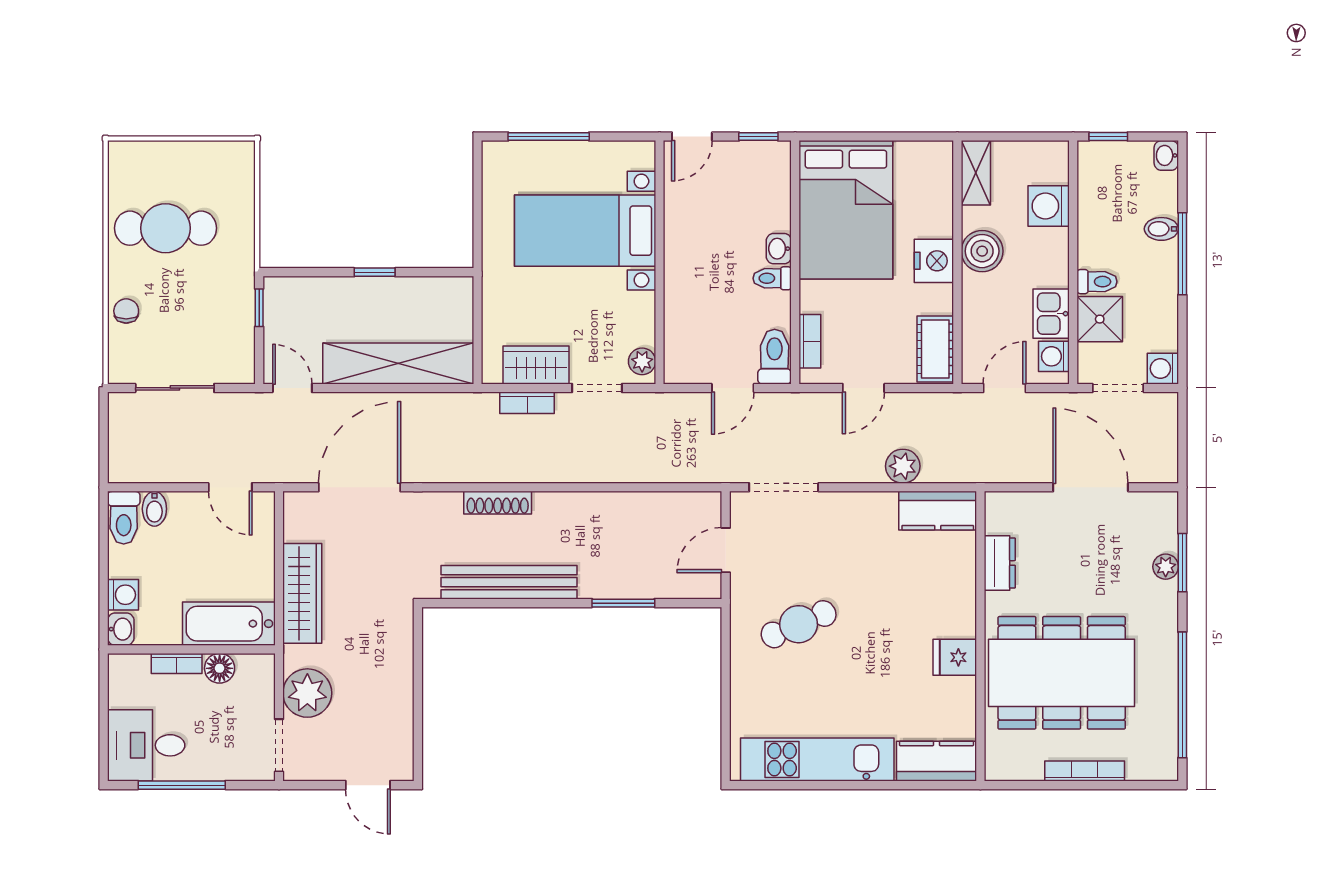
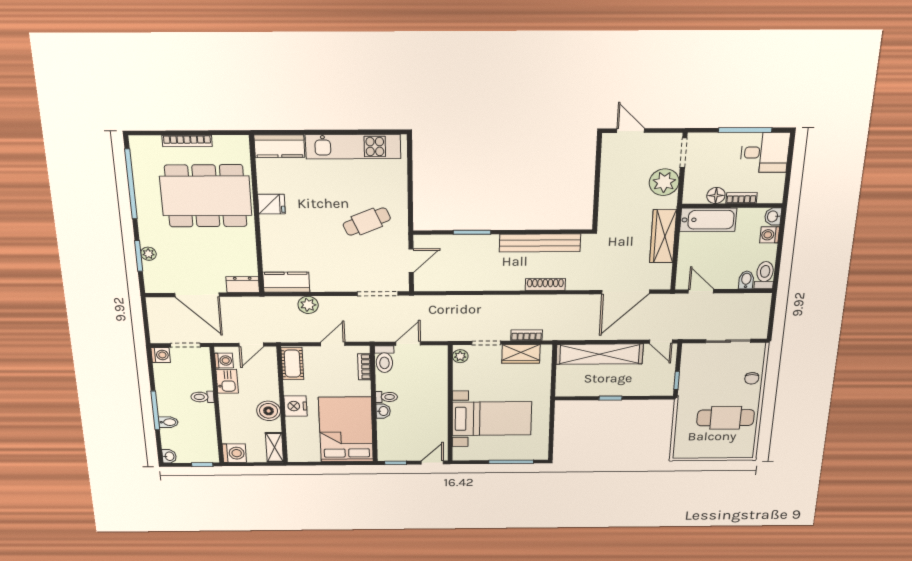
washing machine: (1049, 206) -> (234, 453), moved
shower: (1100, 319) -> (199, 379), removed
dresser: (1000, 563) -> (243, 285), moved, turned 90

